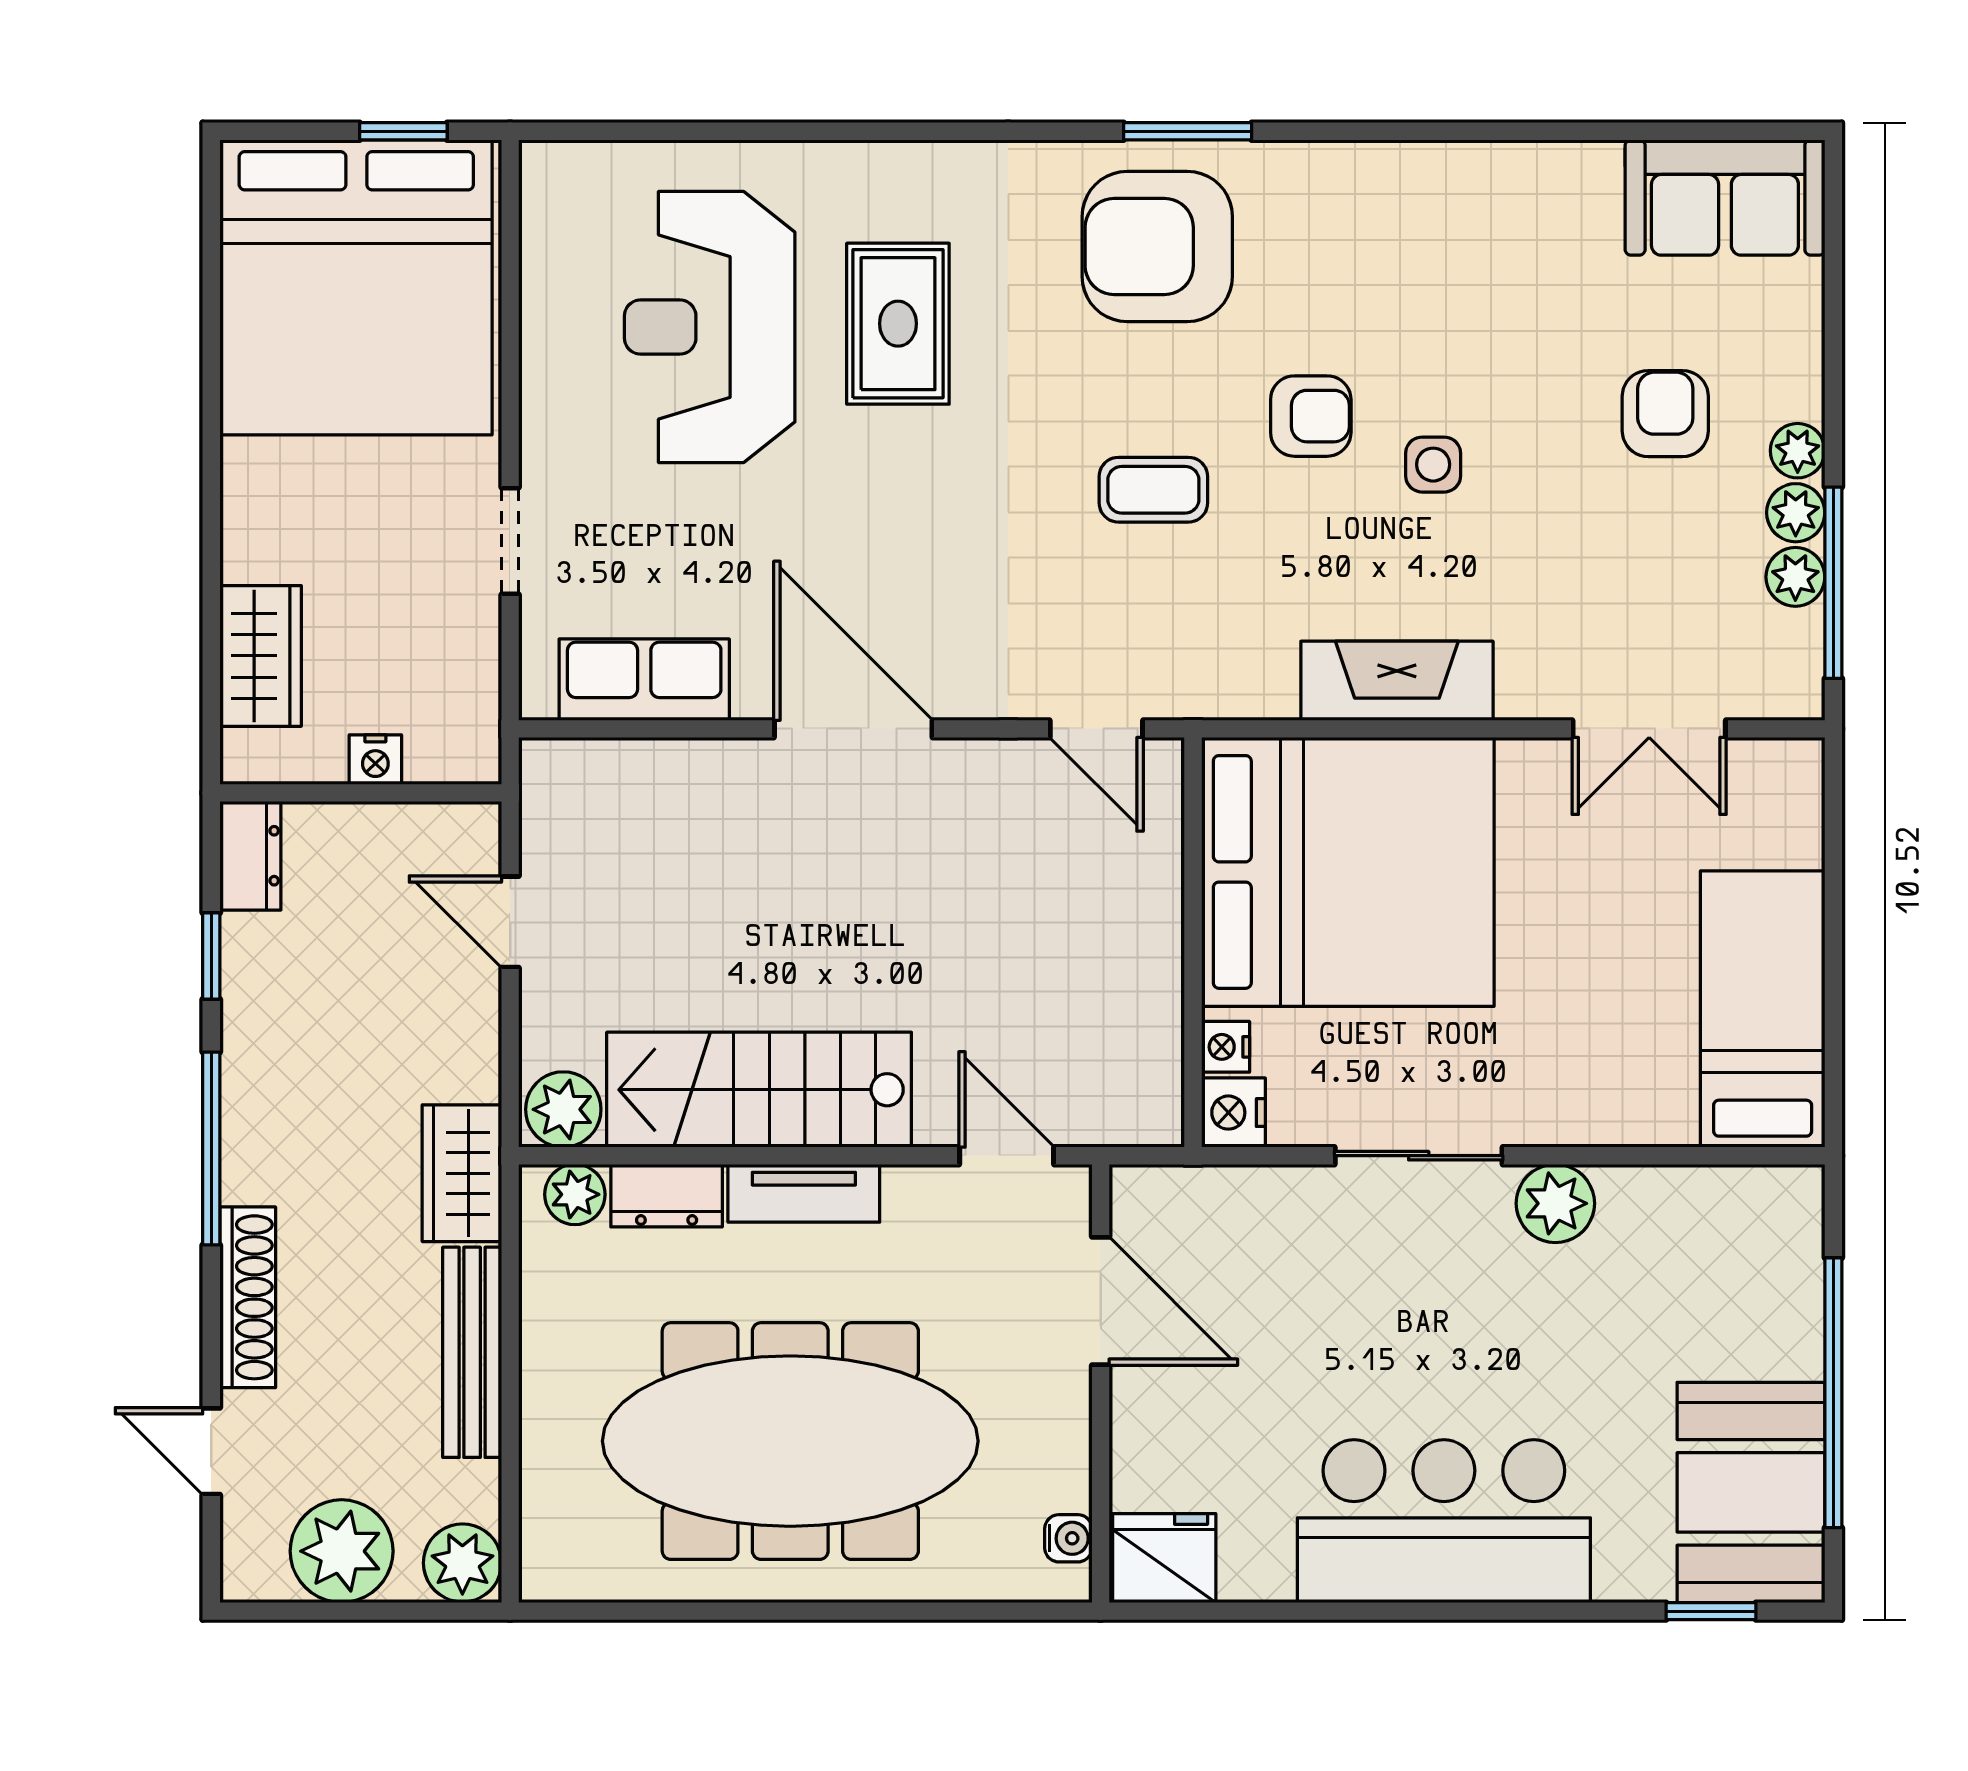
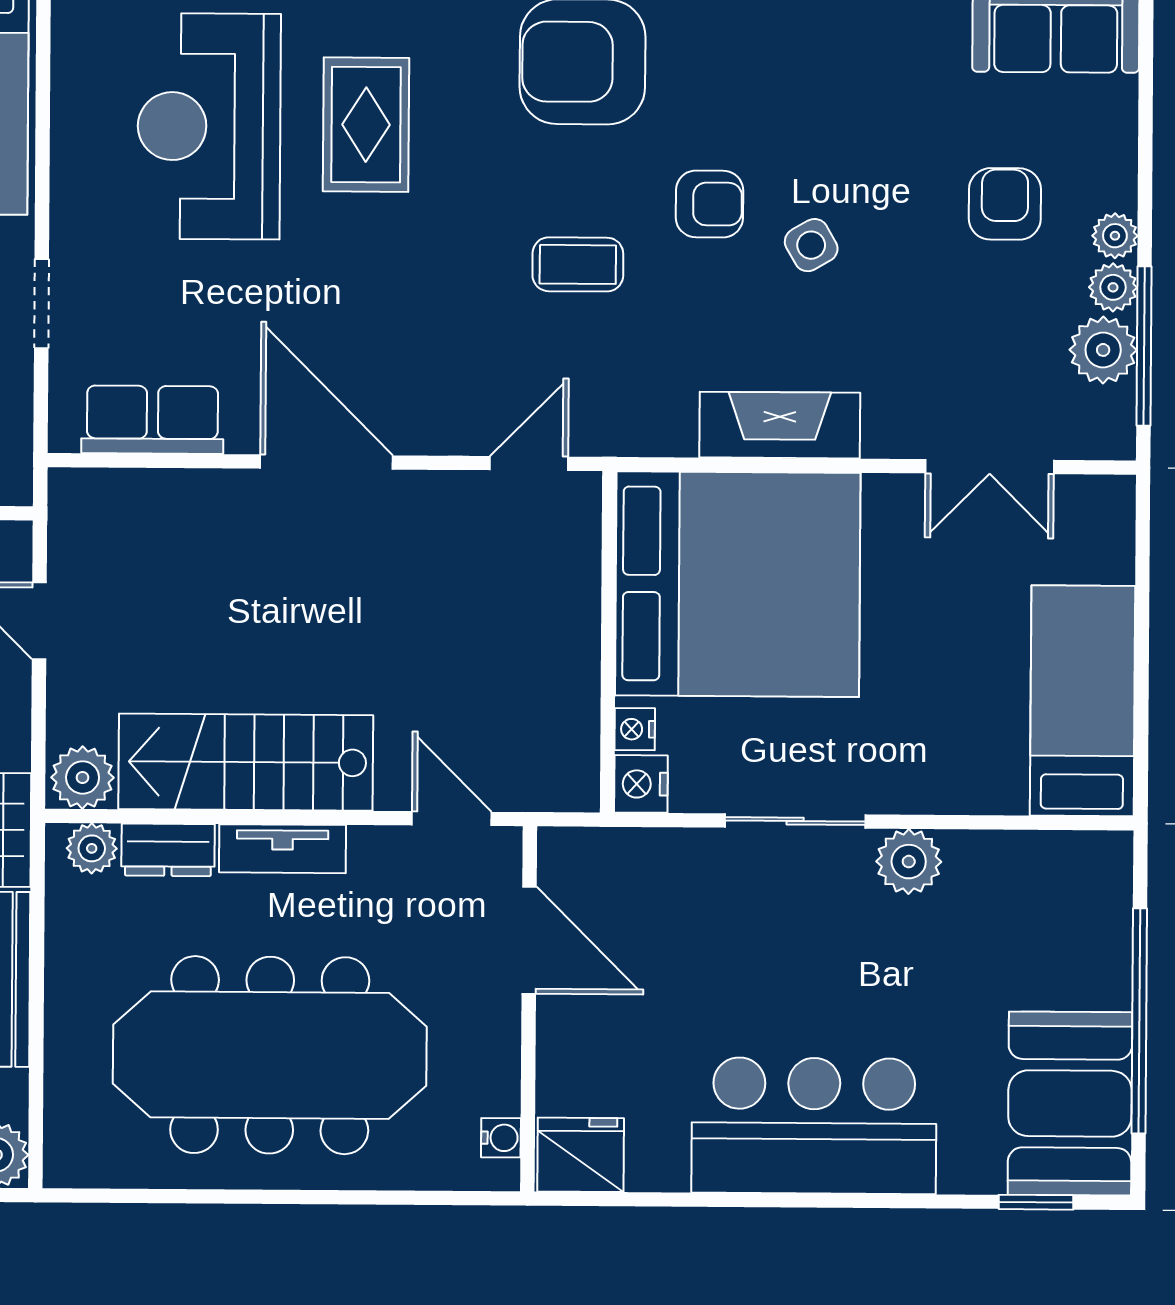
side table: (1433, 465) -> (811, 245), turned -30
plant: (1795, 577) -> (1103, 350), width x1.38, depth x1.38
door: (1096, 729) -> (529, 463), swing flipped

